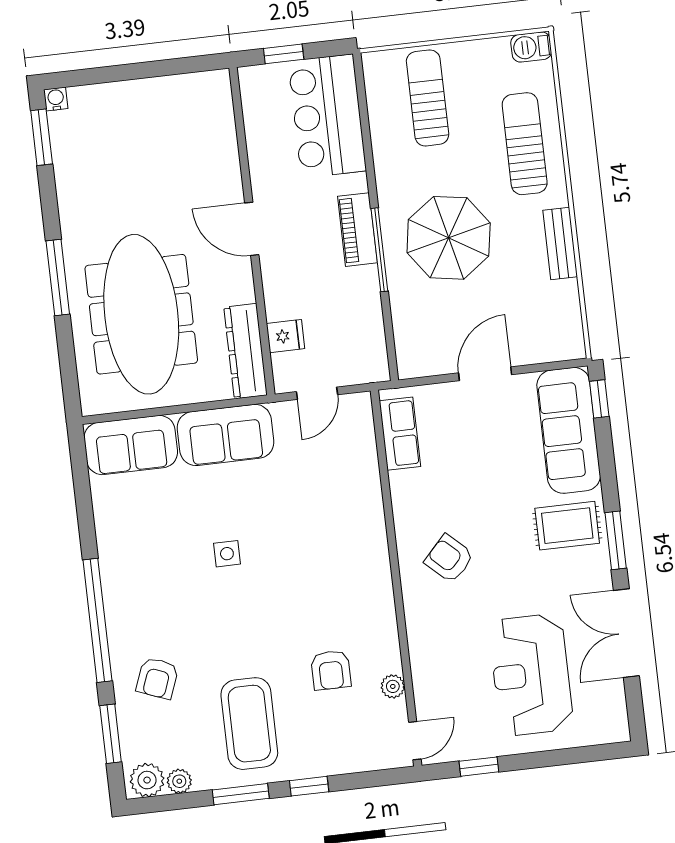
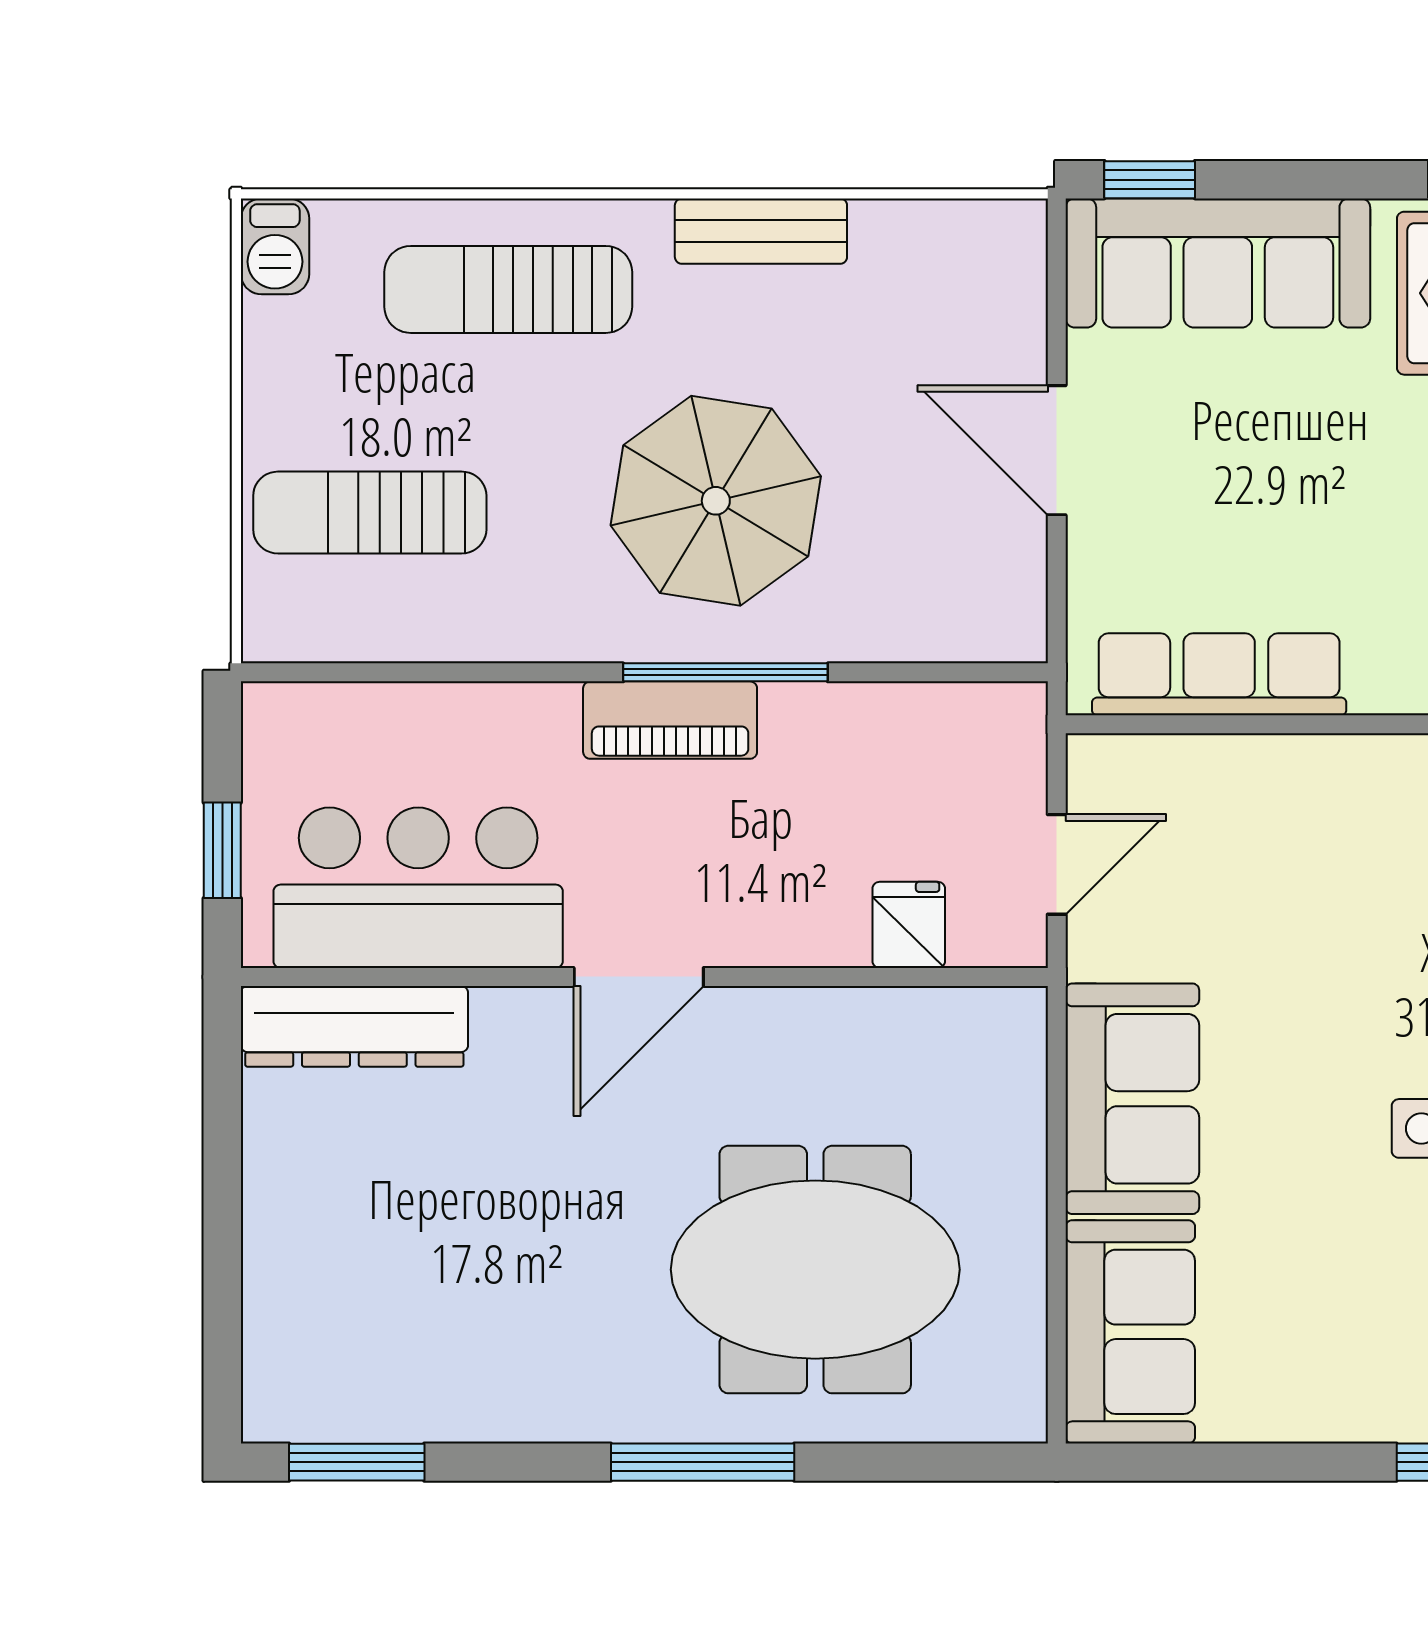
water cooler: (56, 99) -> (268, 1417), removed
bar counter: (327, 116) -> (418, 888), moved, turned 180
meeting table: (141, 314) -> (815, 1270), width x0.73
dresser: (246, 351) -> (354, 1026), moved
door: (317, 393) -> (1057, 864), hinge flipped
row of seats: (400, 434) -> (1219, 674), width x1.48

